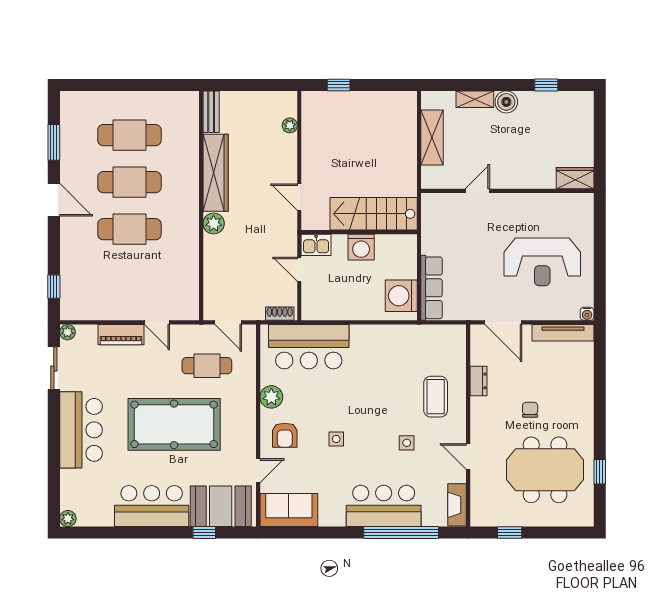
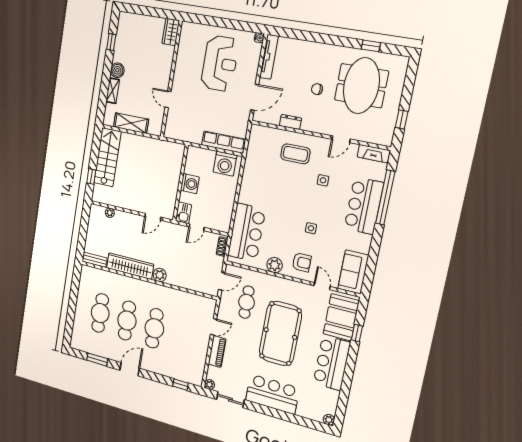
stairs: (374, 214) -> (107, 157), moved, turned 180

